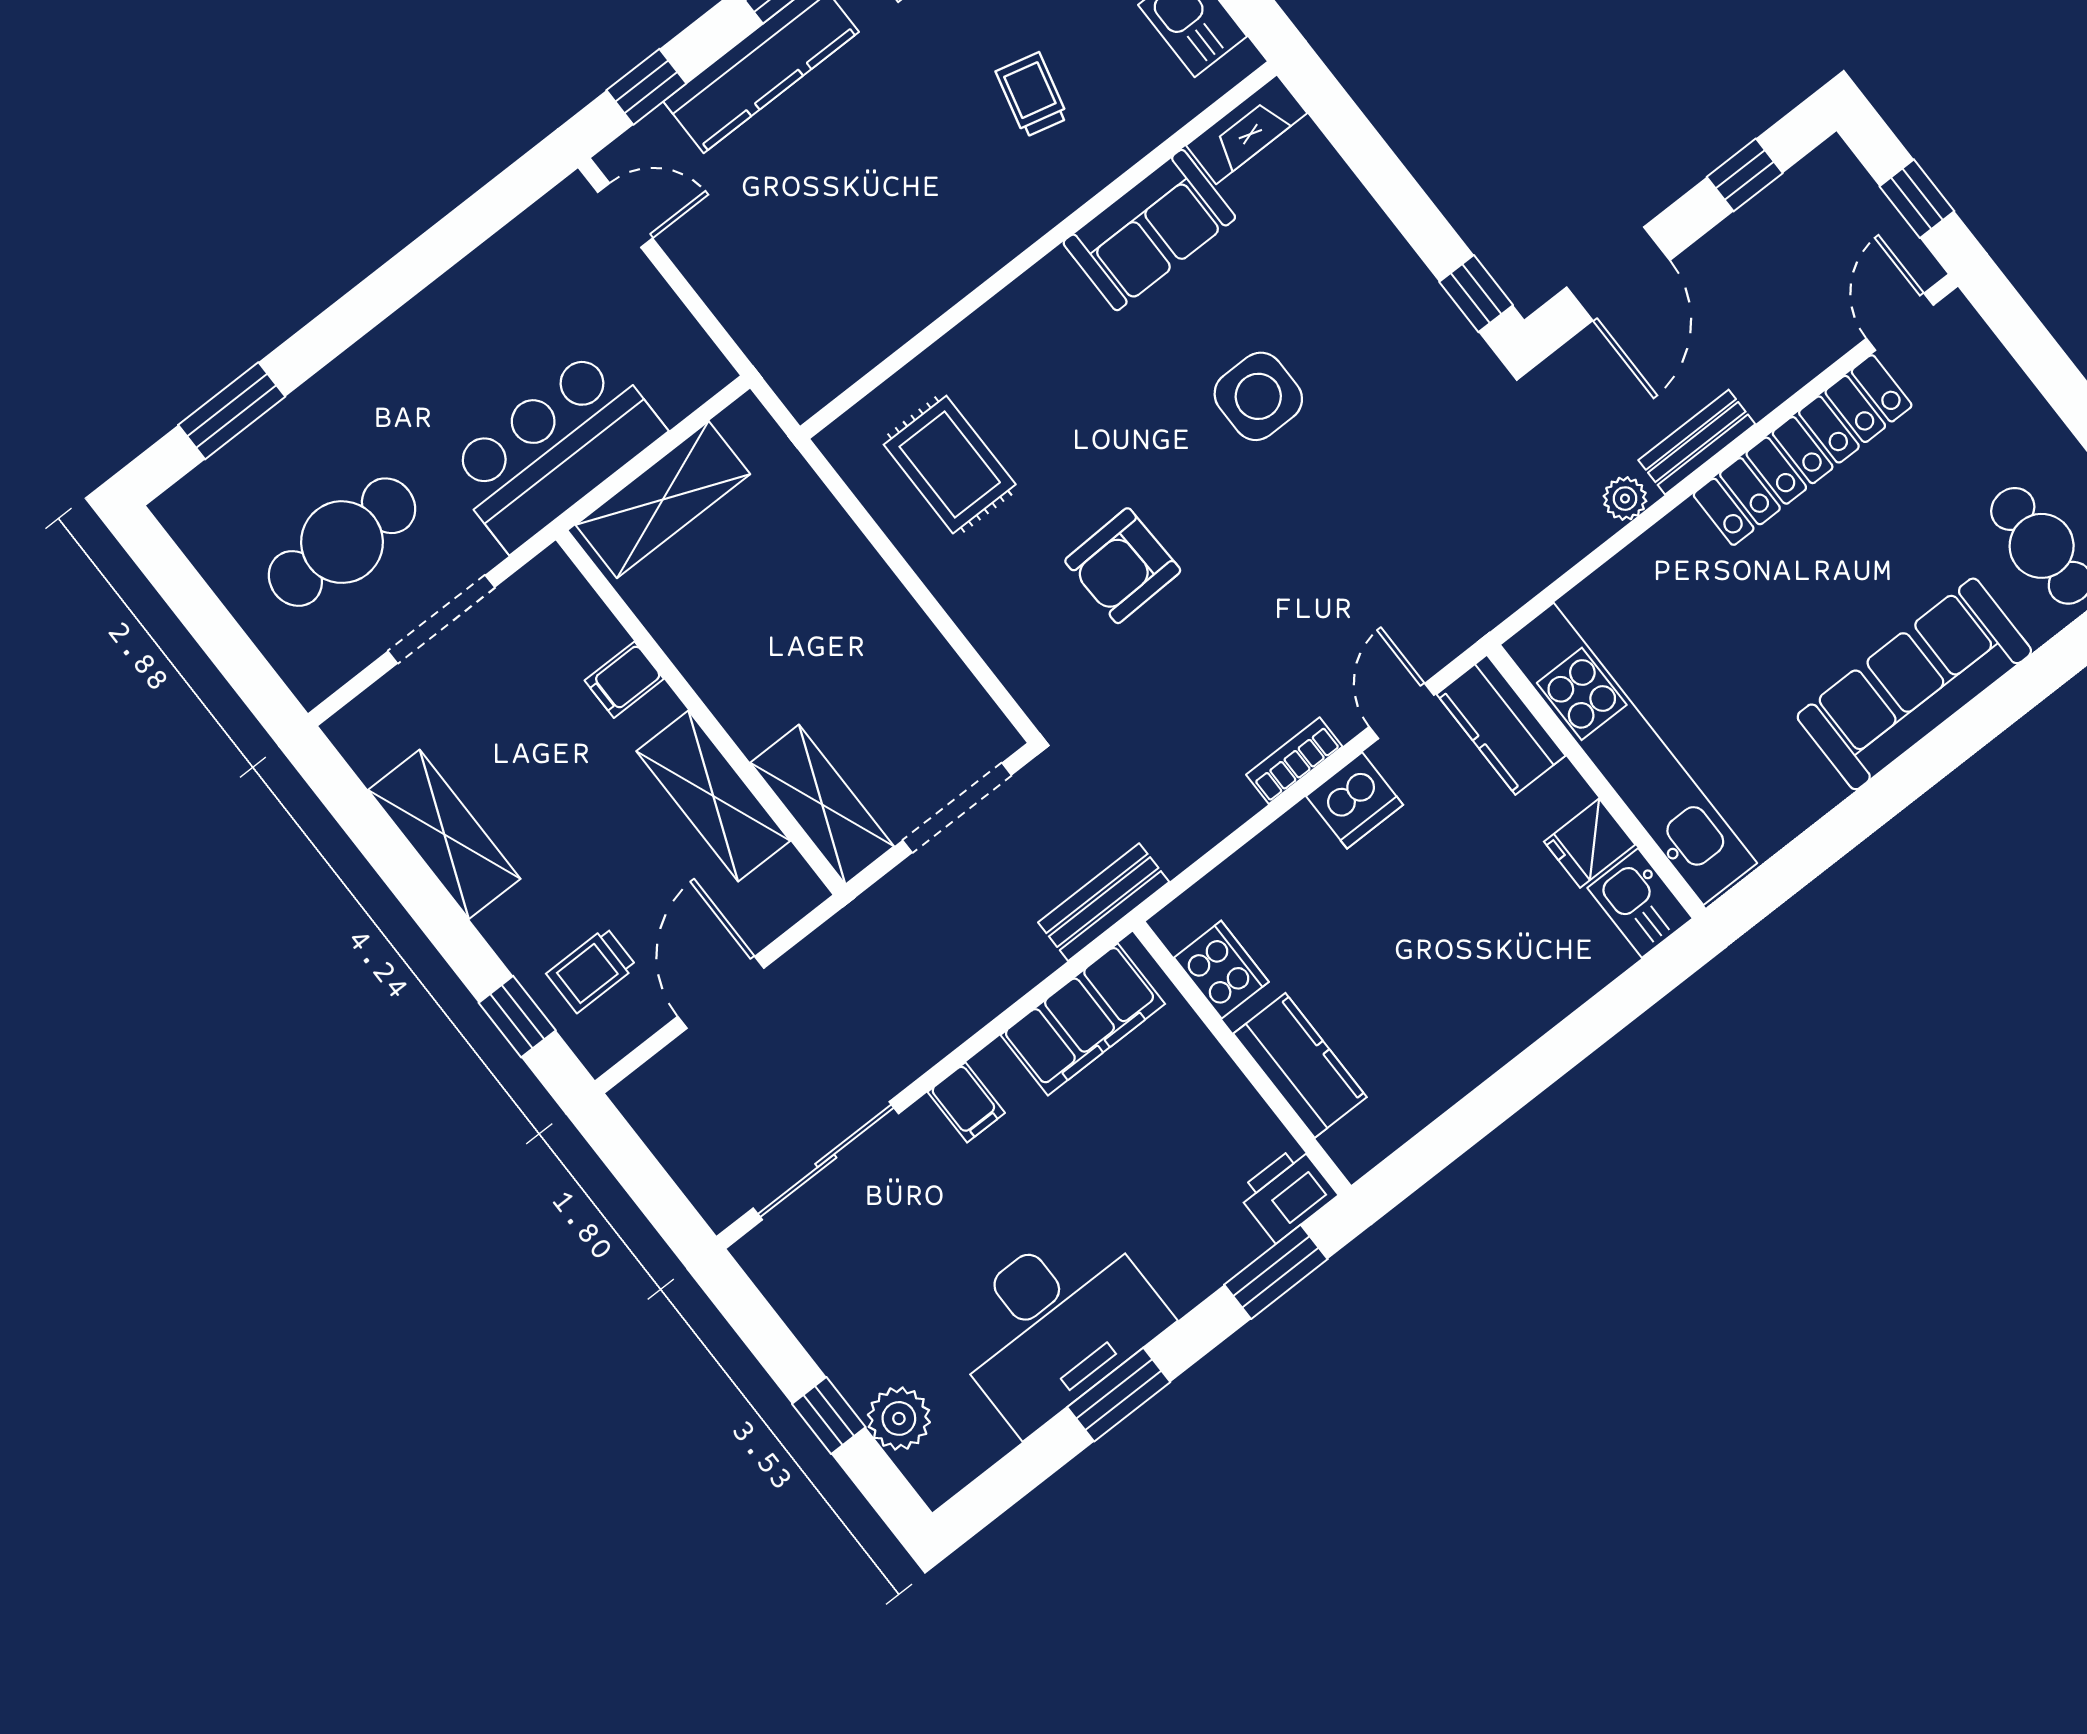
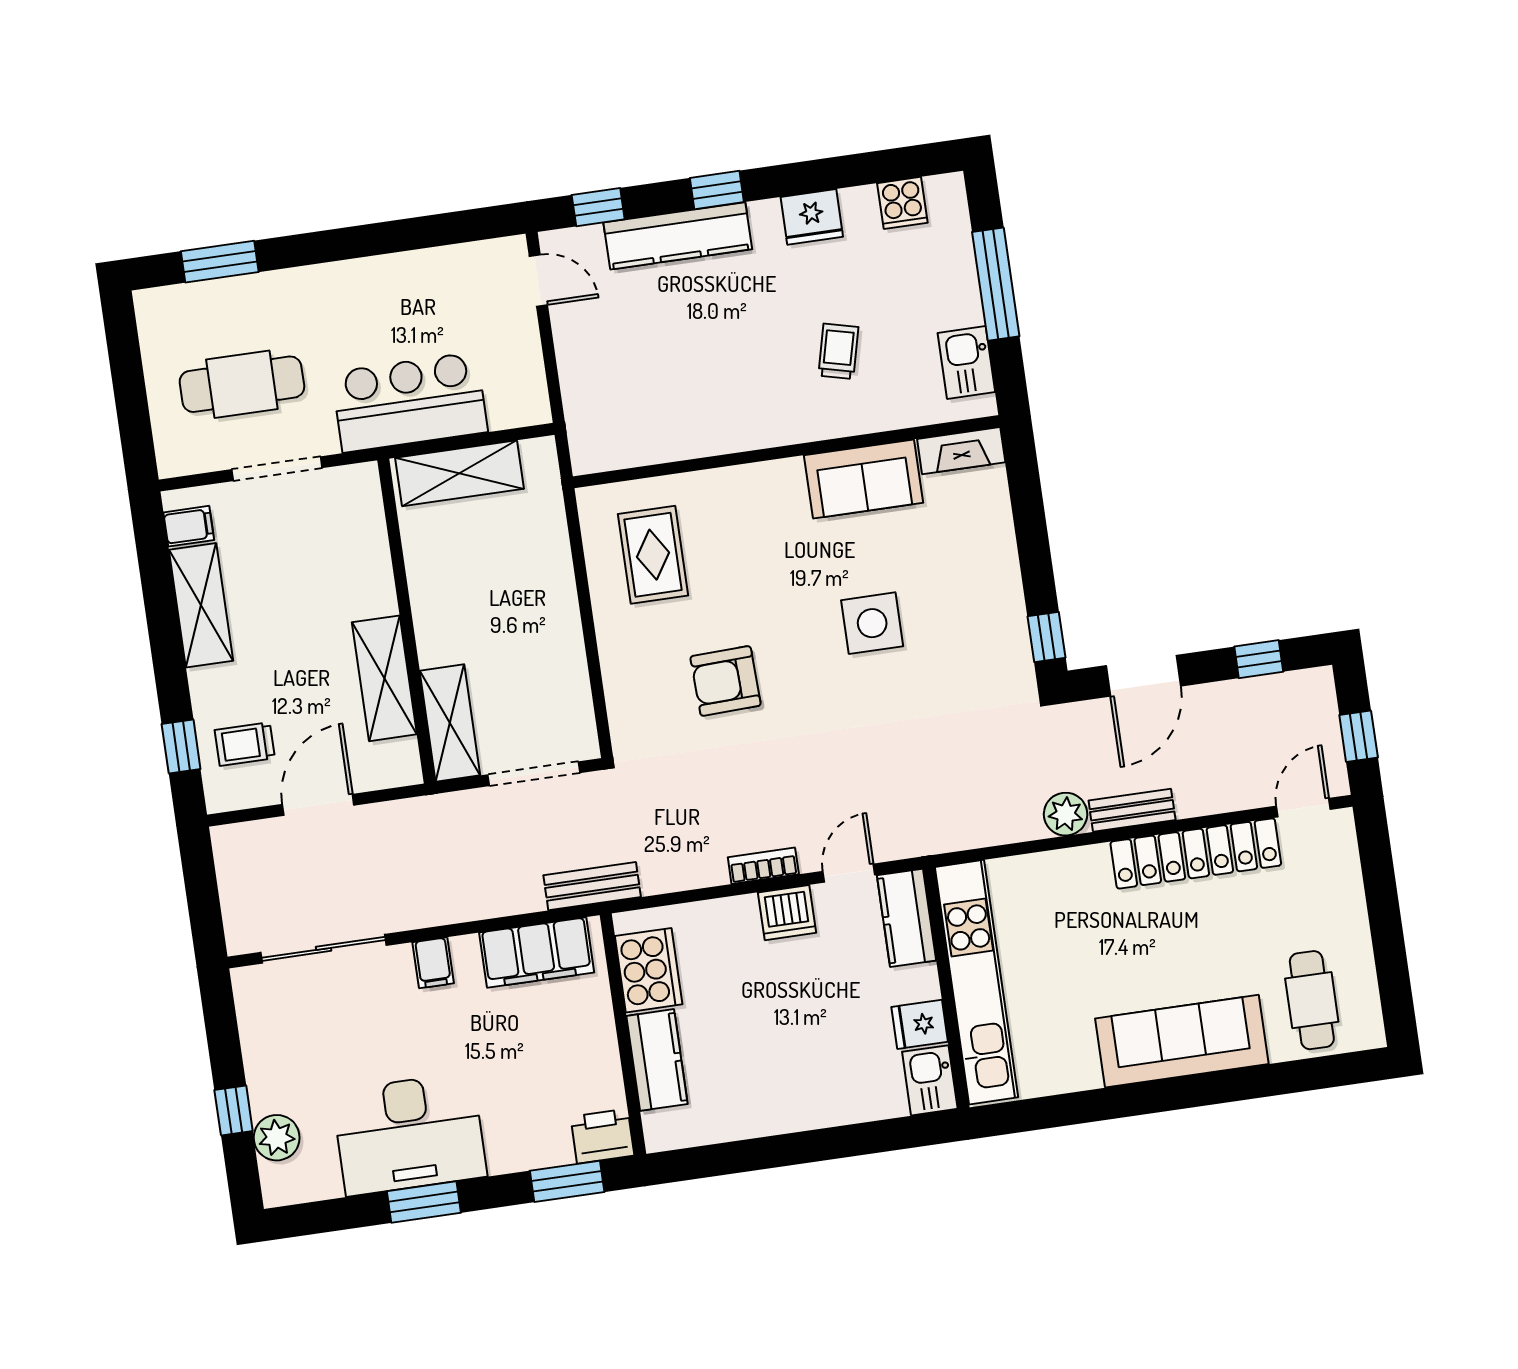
plant: (1625, 499) -> (1066, 814), width x1.38, depth x1.38
filing cabinet: (624, 680) -> (189, 526), moved, turned 180
cooker: (1221, 970) -> (649, 970), width x1.37, depth x1.31

